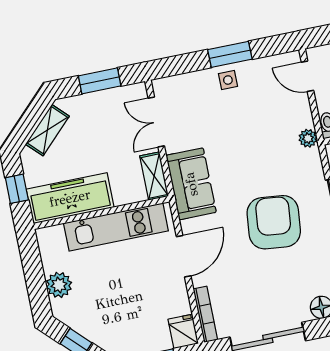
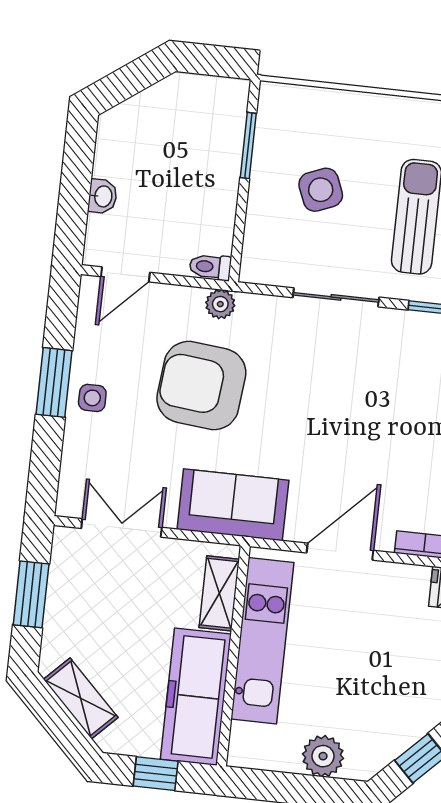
double door: (156, 122) -> (122, 528), swing flipped
shelving: (154, 176) -> (219, 593), moved, turned 90
armchair: (274, 222) -> (201, 385), moved
door: (184, 256) -> (340, 552), hinge flipped

